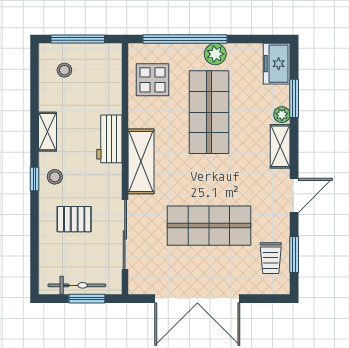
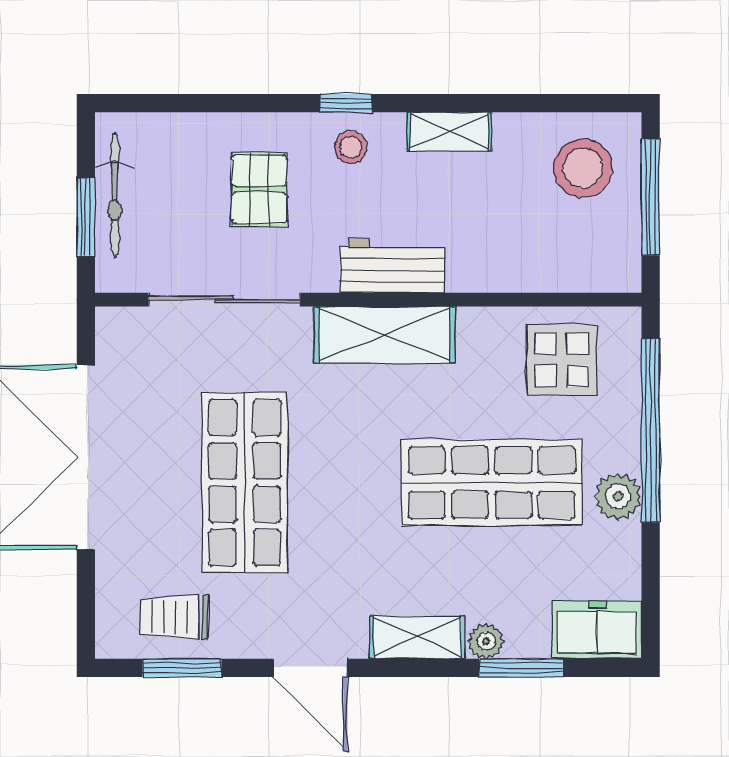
stool: (64, 70) -> (583, 168), width x1.89, depth x1.89
workbench: (109, 139) -> (392, 266), moved

